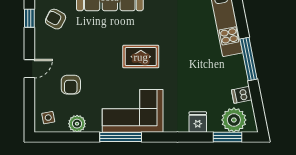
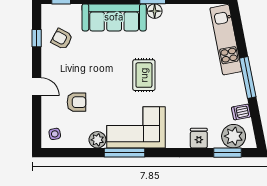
rug: (141, 57) -> (144, 75), turned 90
door: (29, 69) -> (37, 87), hinge flipped
armchair: (71, 85) -> (76, 102), turned -90
plant: (77, 124) -> (97, 140), moved

